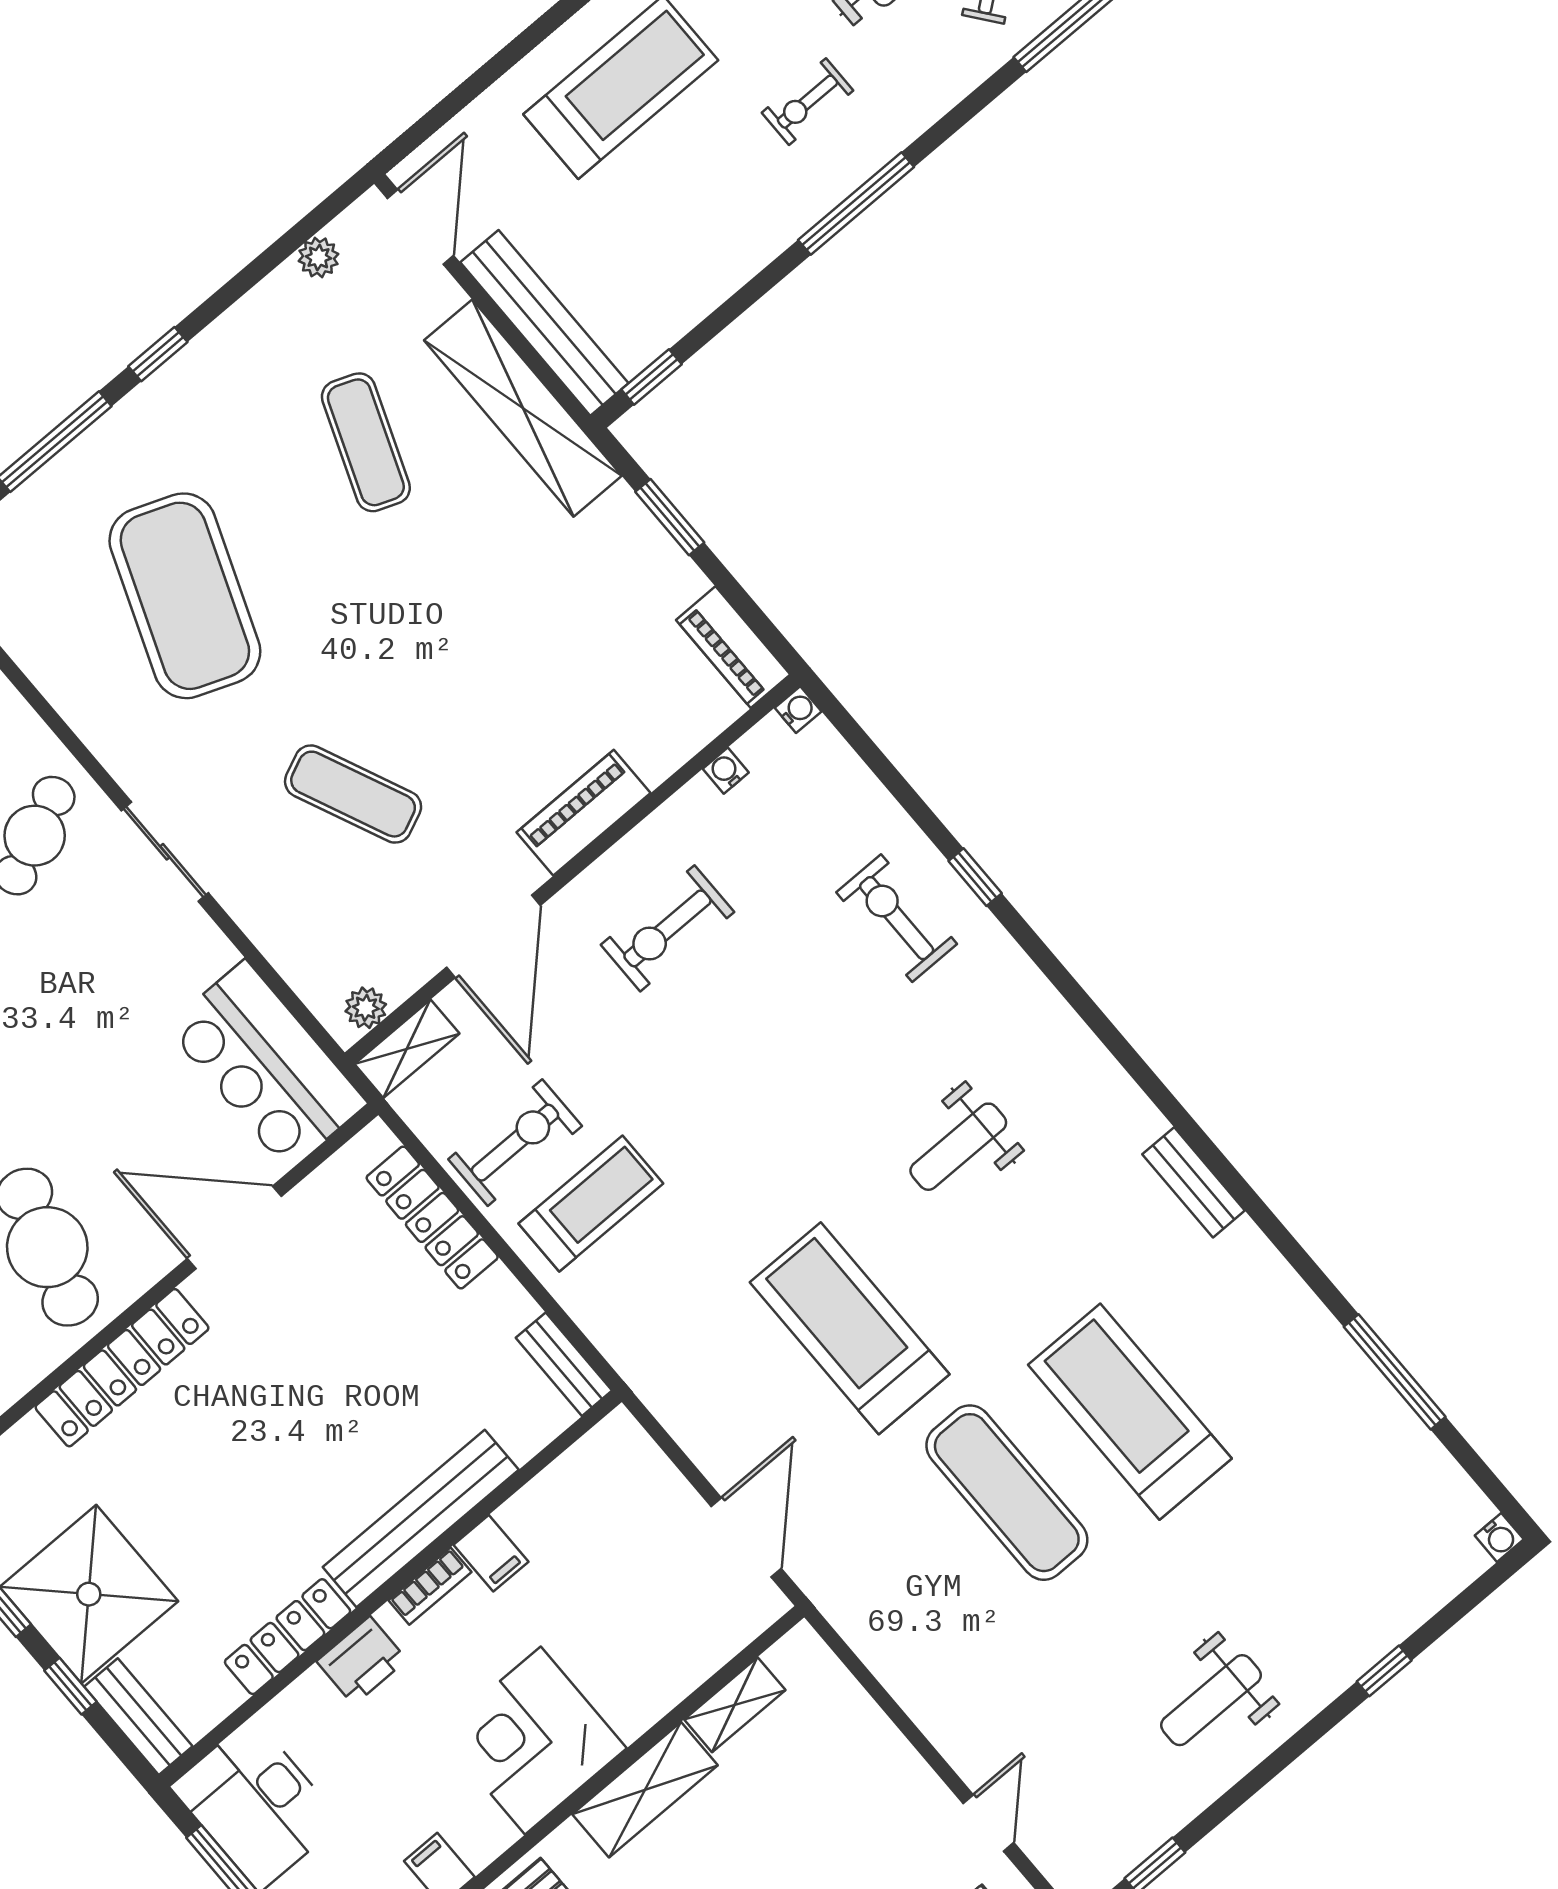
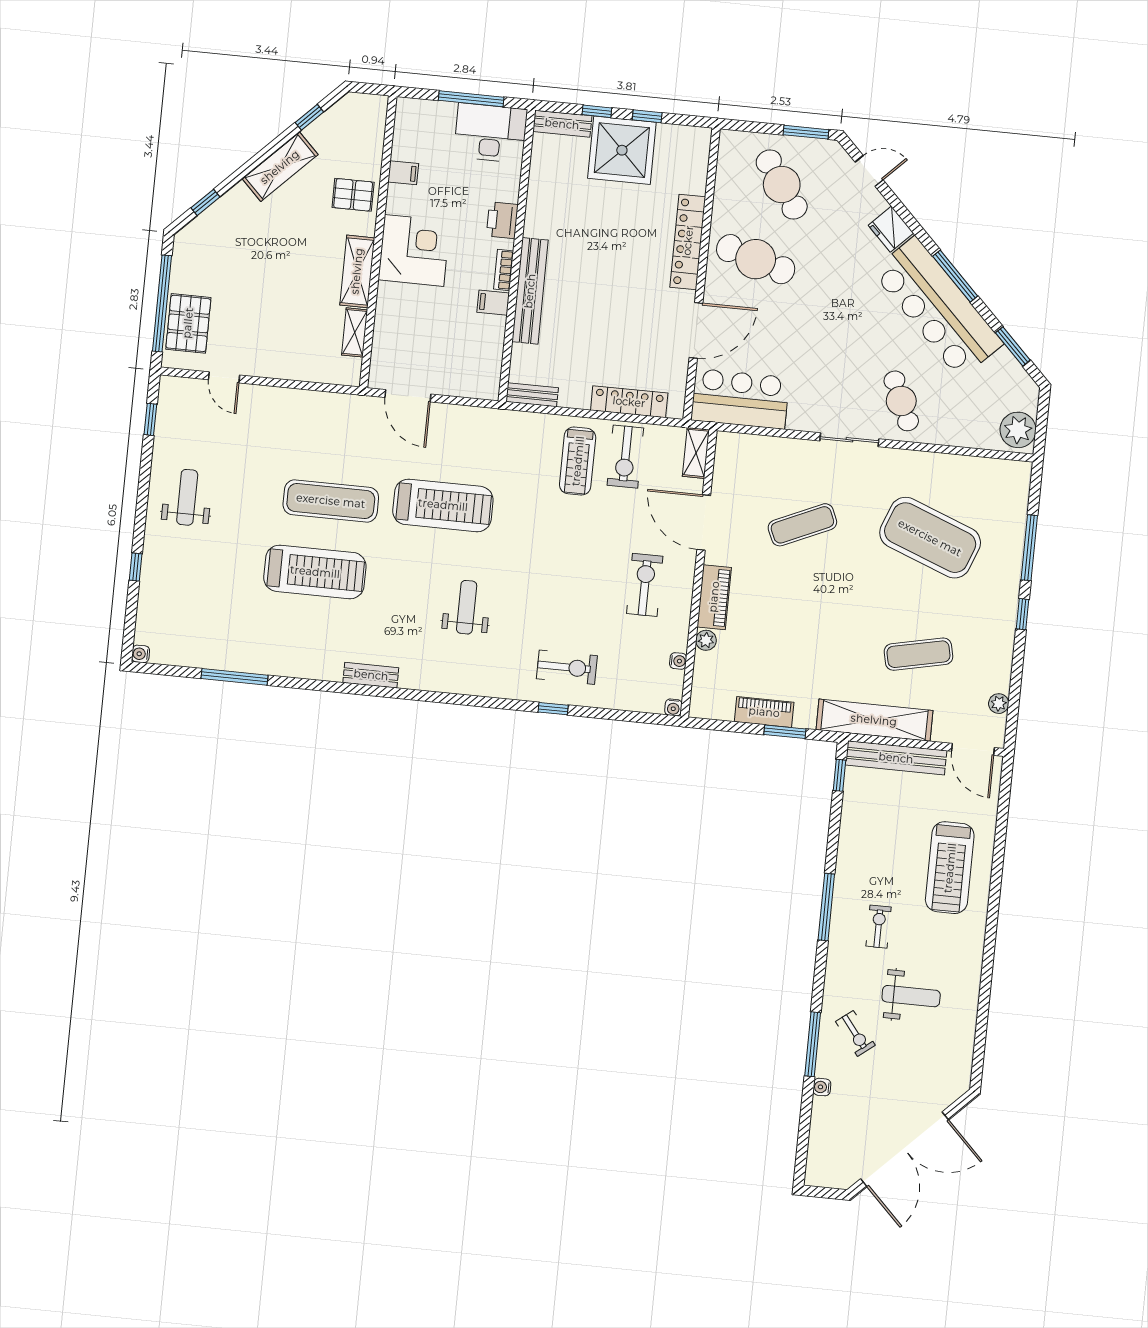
exercise mat: (366, 442) -> (918, 654), turned -33
piano: (733, 647) -> (764, 712), moved
plant: (366, 1008) -> (706, 640), moved
locker: (288, 1637) -> (537, 203), removed

